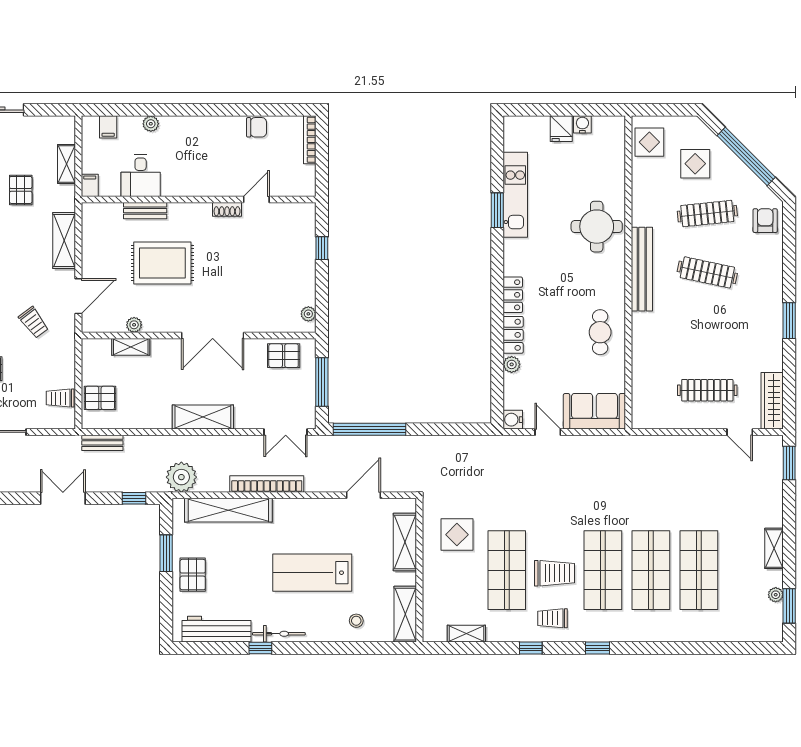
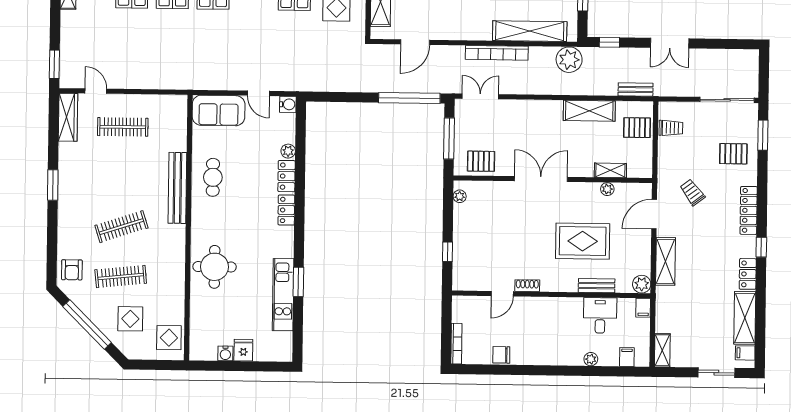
shelving: (67, 164) -> (662, 350), moved
pallet: (21, 190) -> (702, 305), removed
plant: (92, 213) -> (642, 284), added
bench: (642, 269) -> (177, 188), moved
clothes rail: (707, 272) -> (121, 227), turned -30
shelving: (203, 417) -> (589, 111), moved

